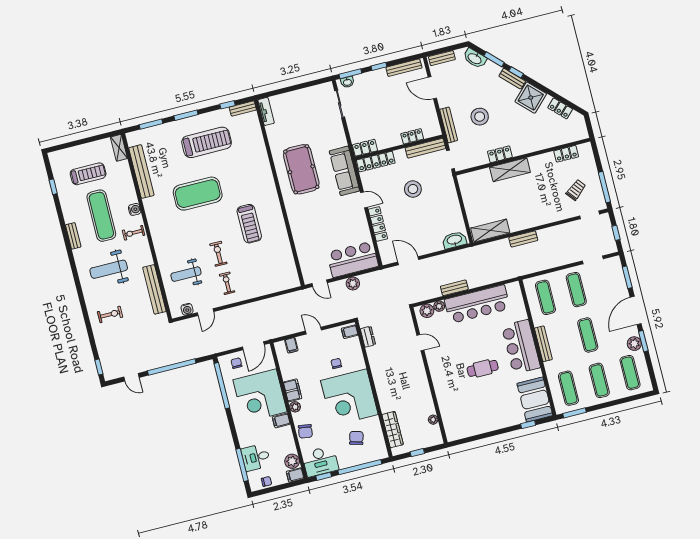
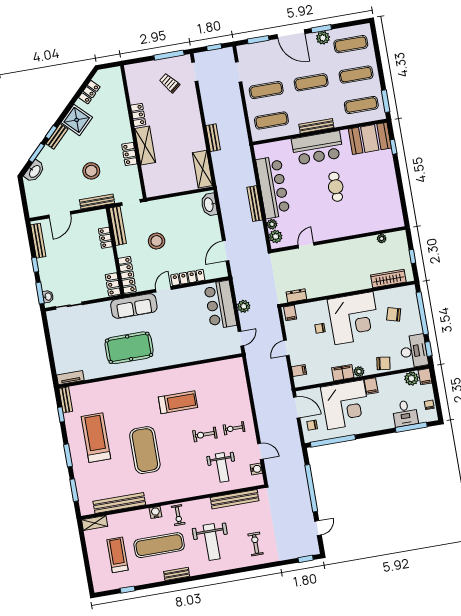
bench: (442, 58) -> (32, 203), removed
locker: (566, 154) -> (138, 115), moved
bench: (454, 288) -> (255, 204), width x1.36

